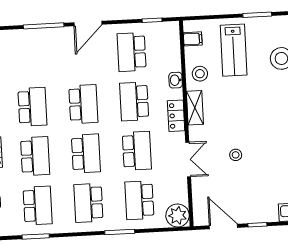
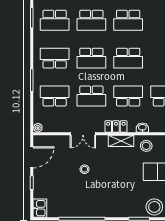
plant: (178, 215) -> (38, 128), width x0.53, depth x0.53

